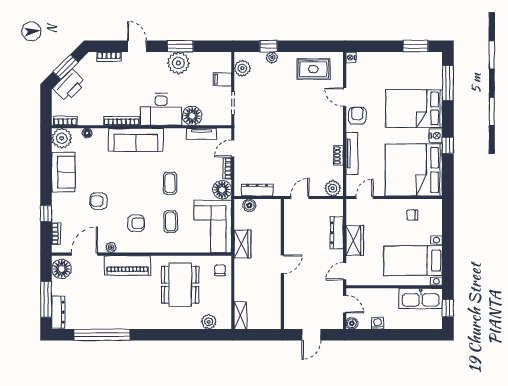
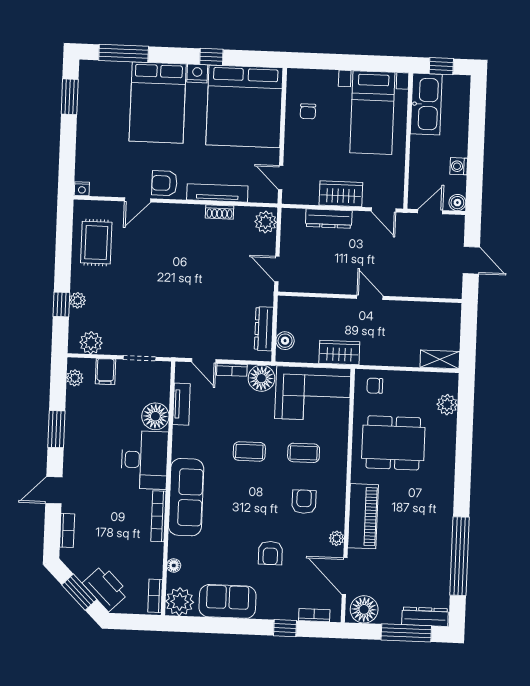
plant: (178, 63) -> (75, 378), moved, width x0.53, depth x0.53

